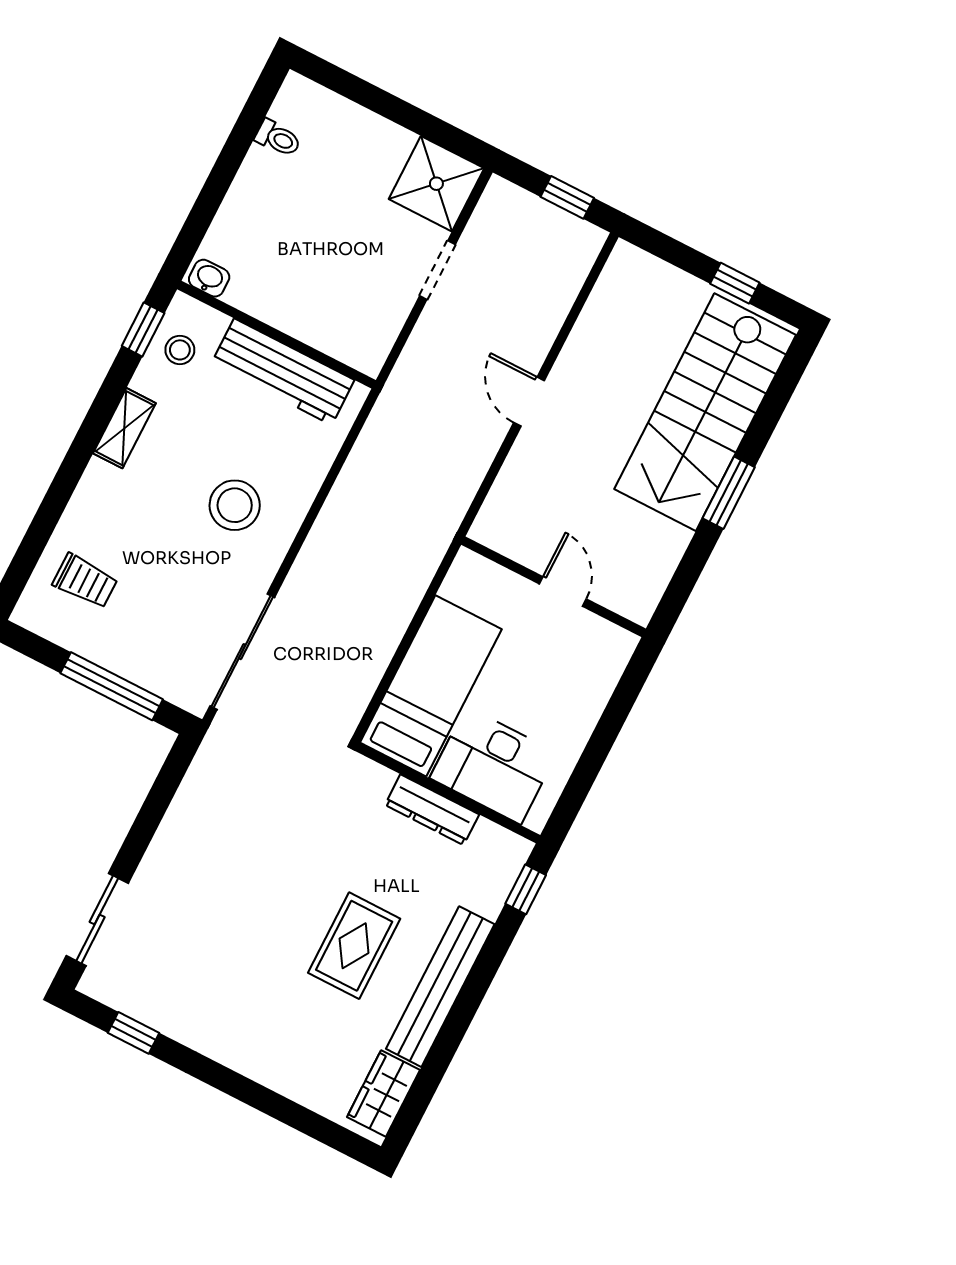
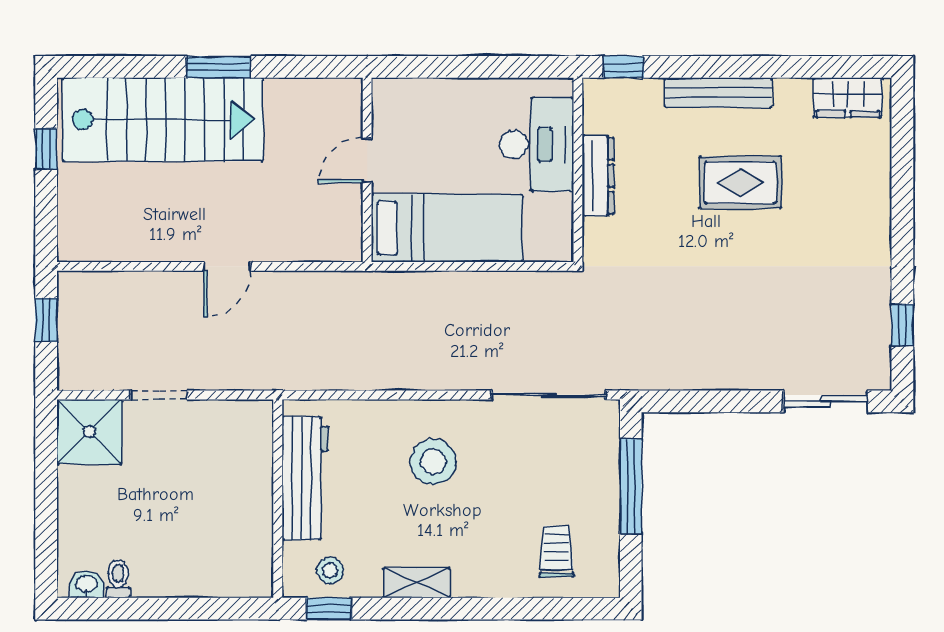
washbasin: (209, 278) -> (87, 584), moved, turned 90
bed: (431, 686) -> (447, 228), moved, turned 180
bench: (440, 987) -> (718, 93), width x0.73, depth x0.82

